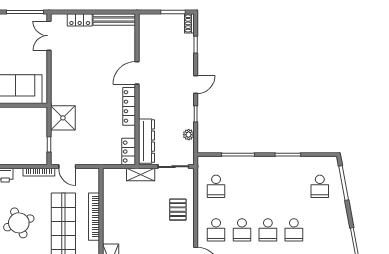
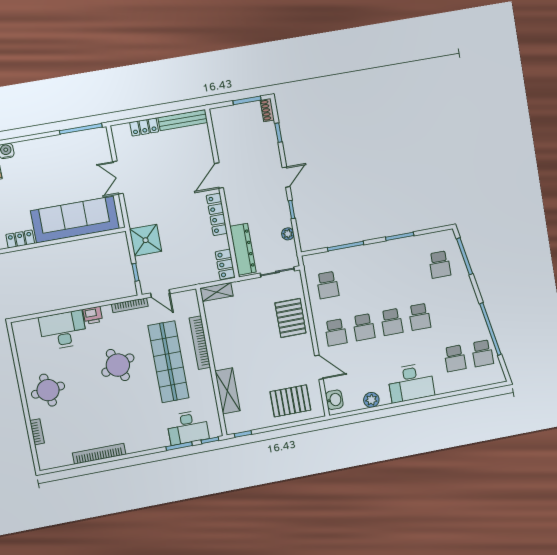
double door: (49, 36) -> (118, 178), moved
shelving: (141, 174) -> (216, 292), moved
pallet: (178, 210) -> (290, 318), width x1.50, depth x1.42

